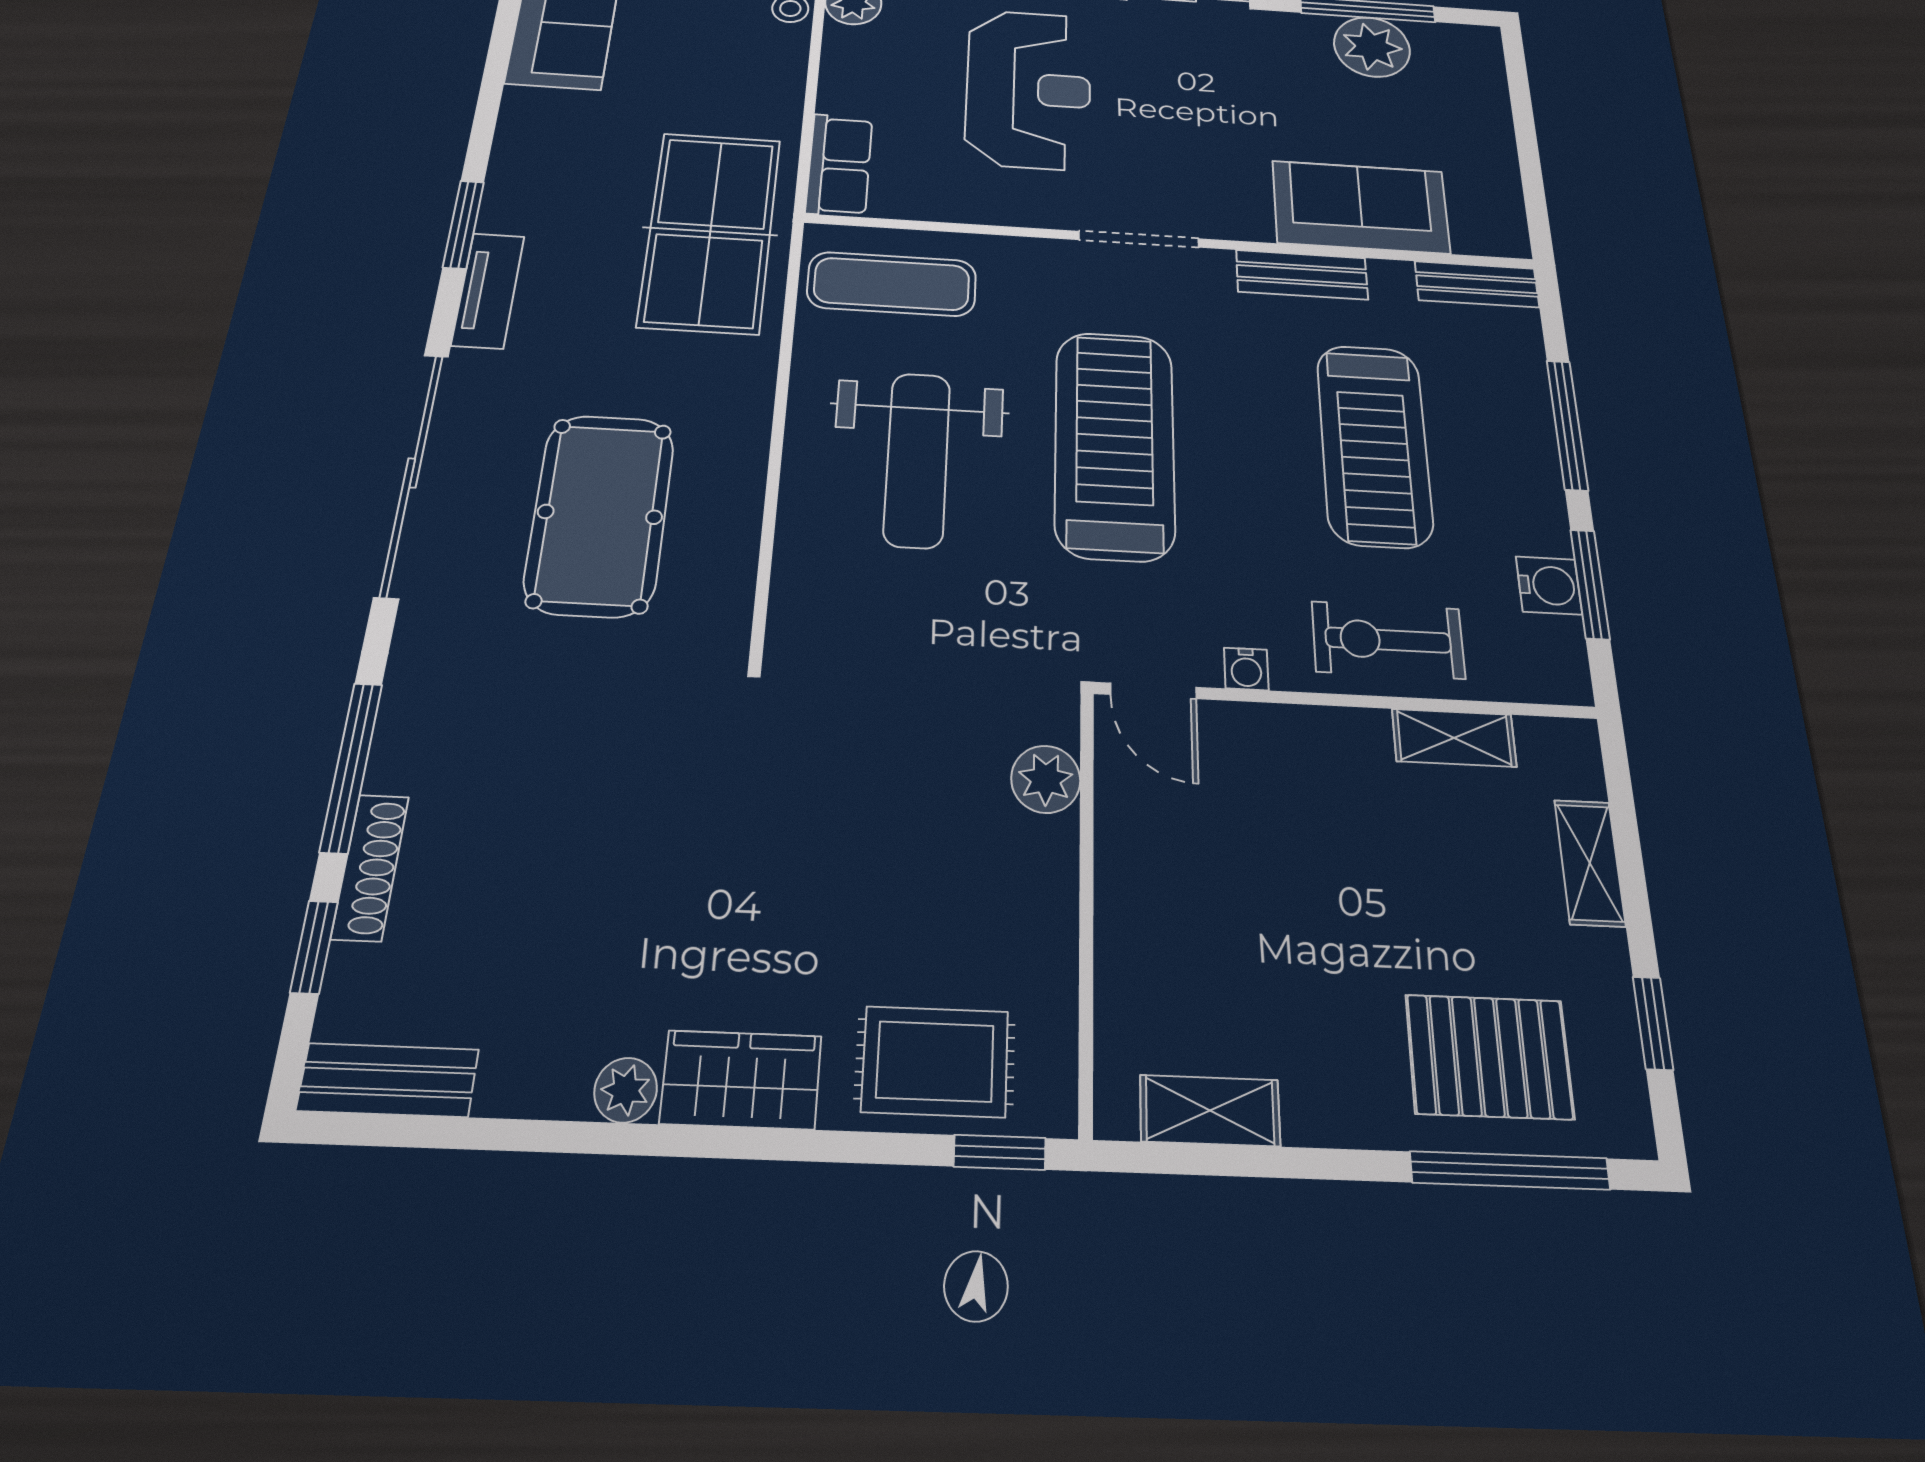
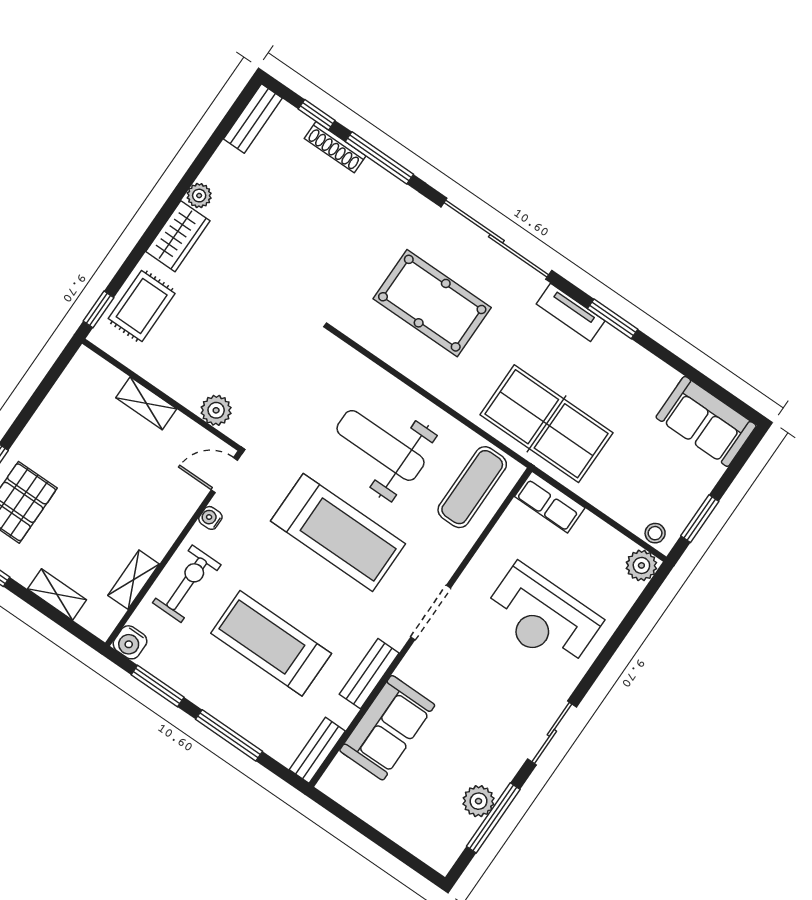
plant: (1372, 47) -> (479, 801), width x0.73, depth x0.73
water cooler: (1549, 585) -> (130, 642), moved
shelving: (1210, 1111) -> (146, 403), moved, turned 90

